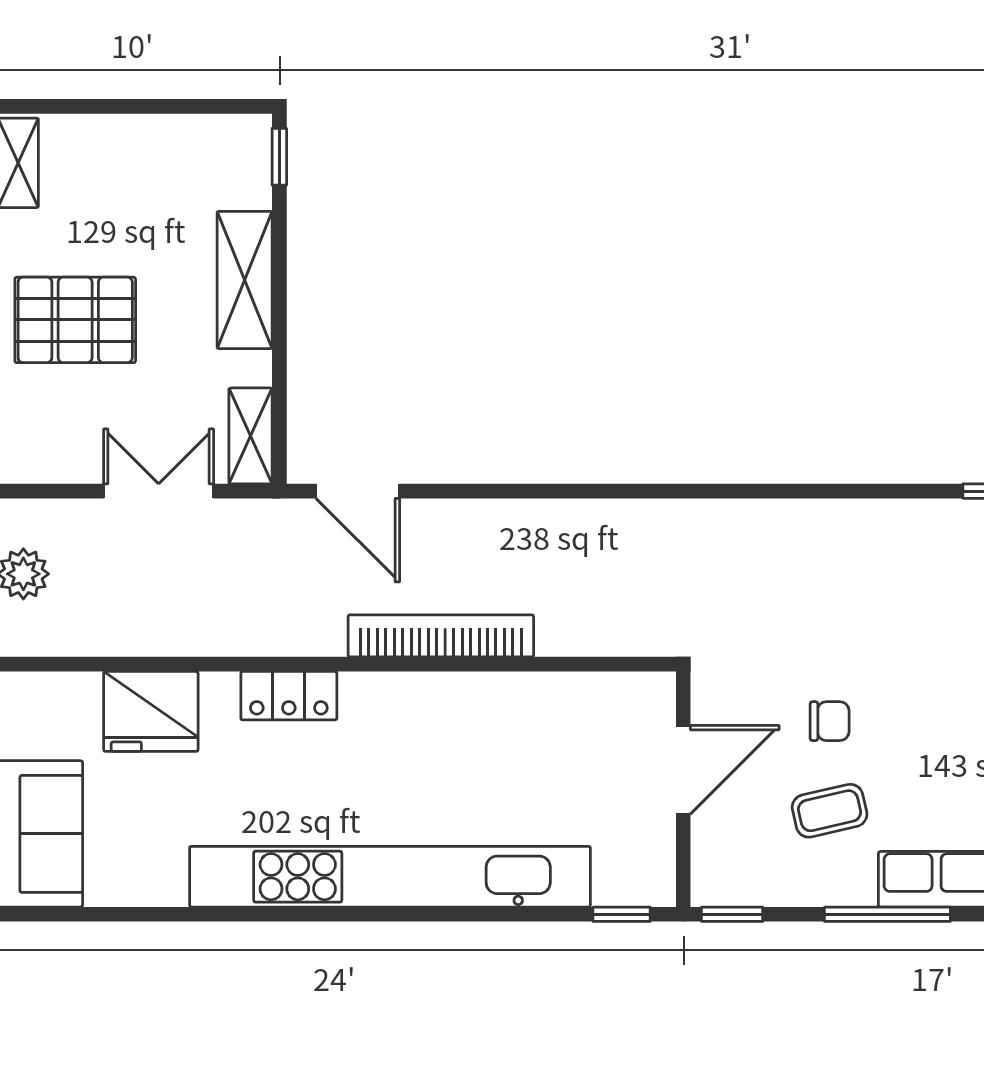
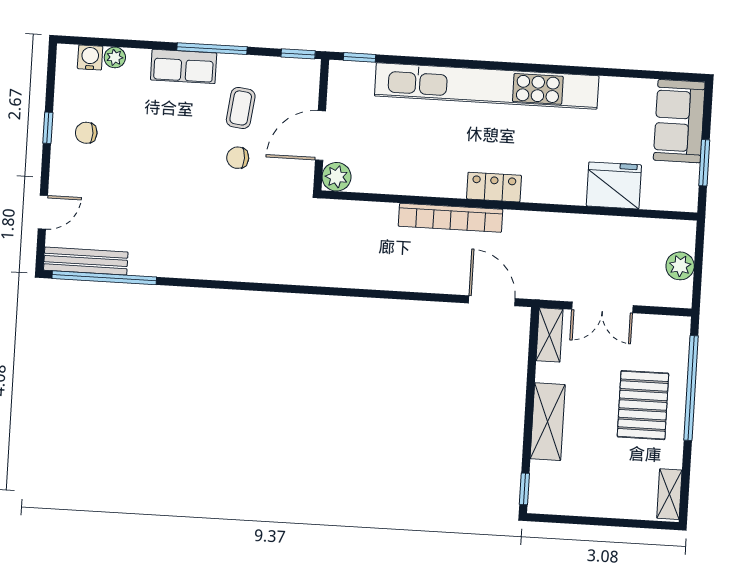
pallet: (75, 320) -> (643, 405), turned 90
locker: (289, 696) -> (494, 187), moved
plant: (650, 697) -> (337, 177), added
coffee table: (830, 811) -> (241, 108), turned -70

